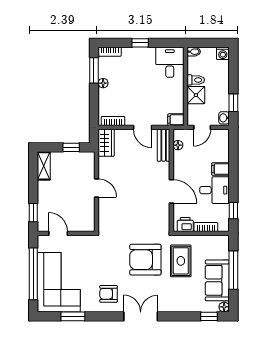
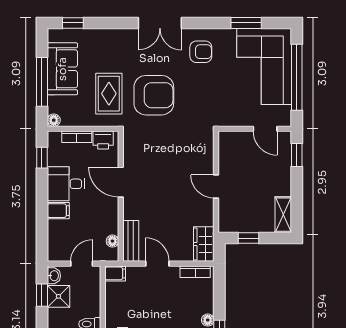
shower: (196, 95) -> (58, 296), moved
floor lamp: (224, 307) -> (54, 120), moved

